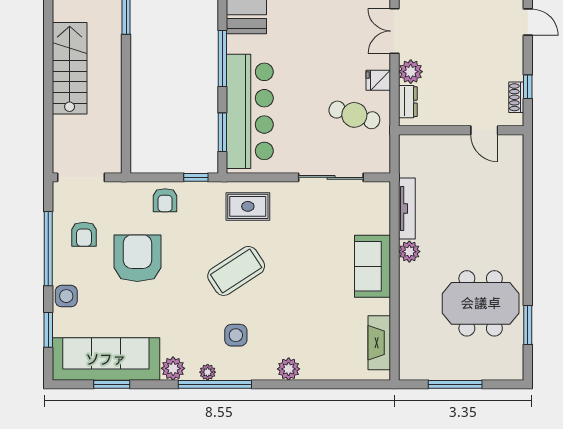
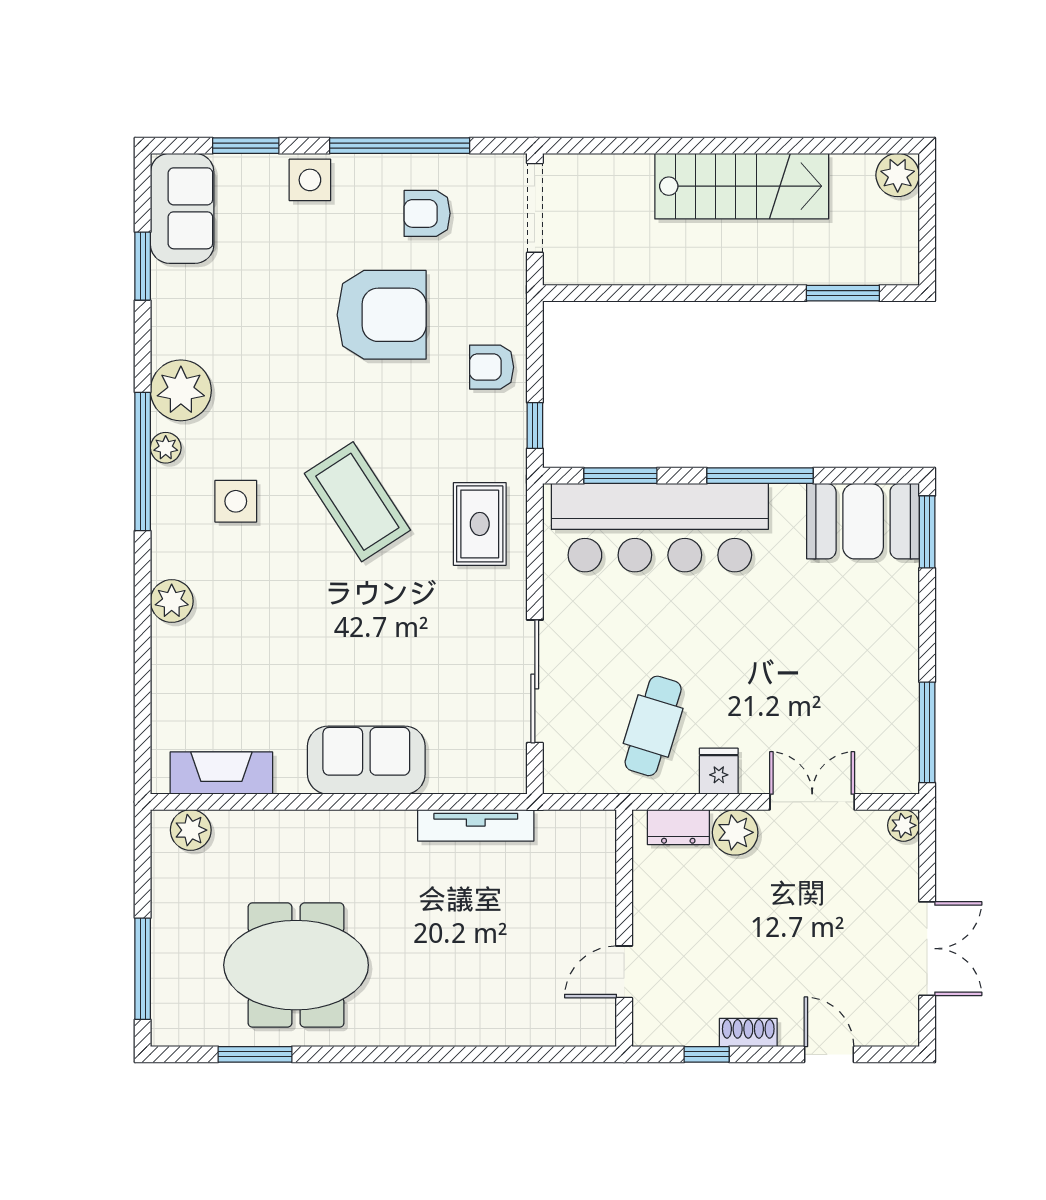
door: (528, 22) -> (829, 1054), swing flipped
shoe rack: (516, 97) -> (748, 1033), moved
plant: (409, 252) -> (191, 830), moved
meeting table: (481, 303) -> (296, 965), turned 90
sofa: (106, 359) -> (182, 208), width x0.54, depth x0.79
plant: (173, 368) -> (181, 390), width x1.36, depth x1.36
window: (455, 384) -> (143, 969), moved

